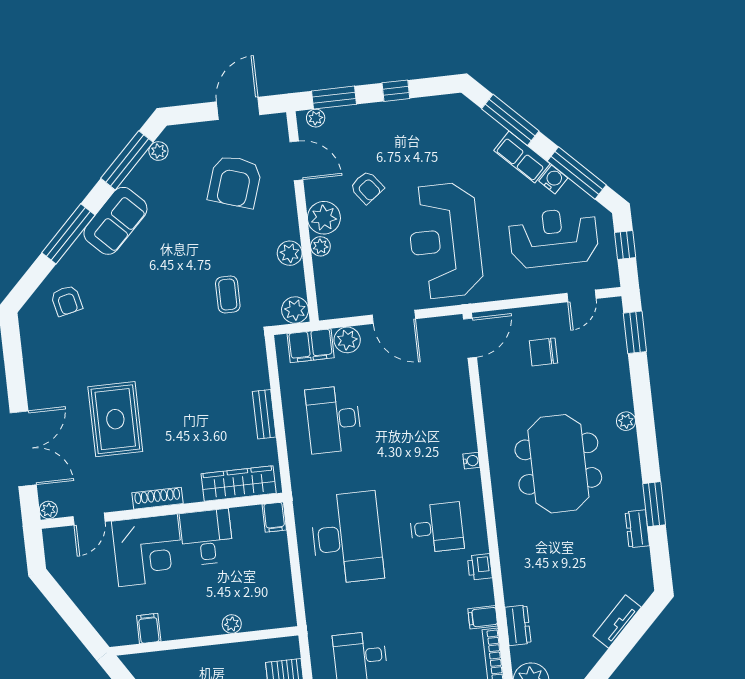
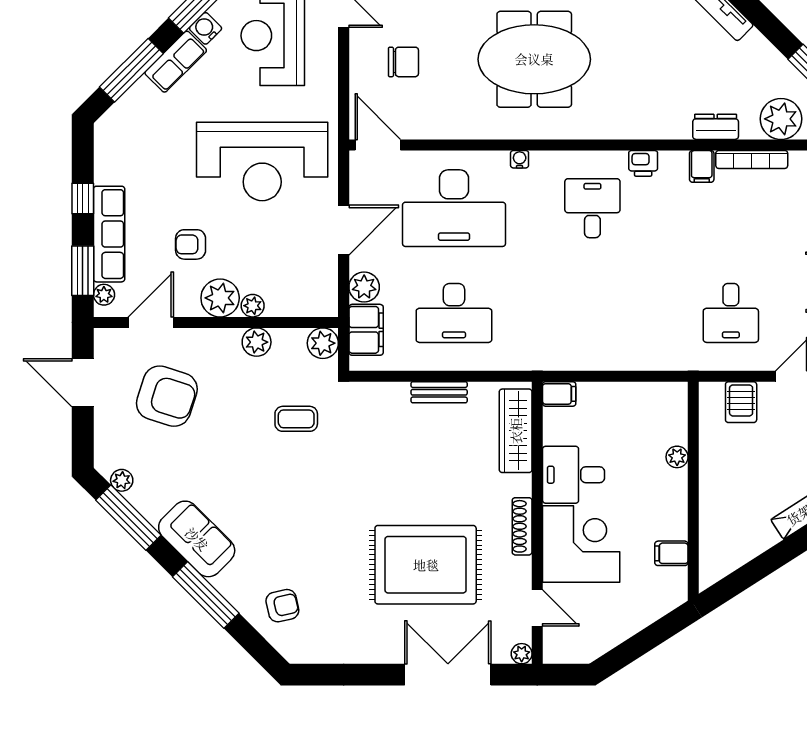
row of seats: (368, 117) -> (109, 234), added
armchair: (367, 187) -> (191, 244), turned -143
chair: (543, 352) -> (403, 62), turned -90
rug: (115, 419) -> (426, 565), width x1.37, depth x1.44
desk: (347, 538) -> (454, 208), moved, turned 180

